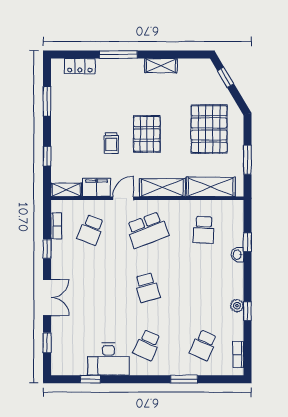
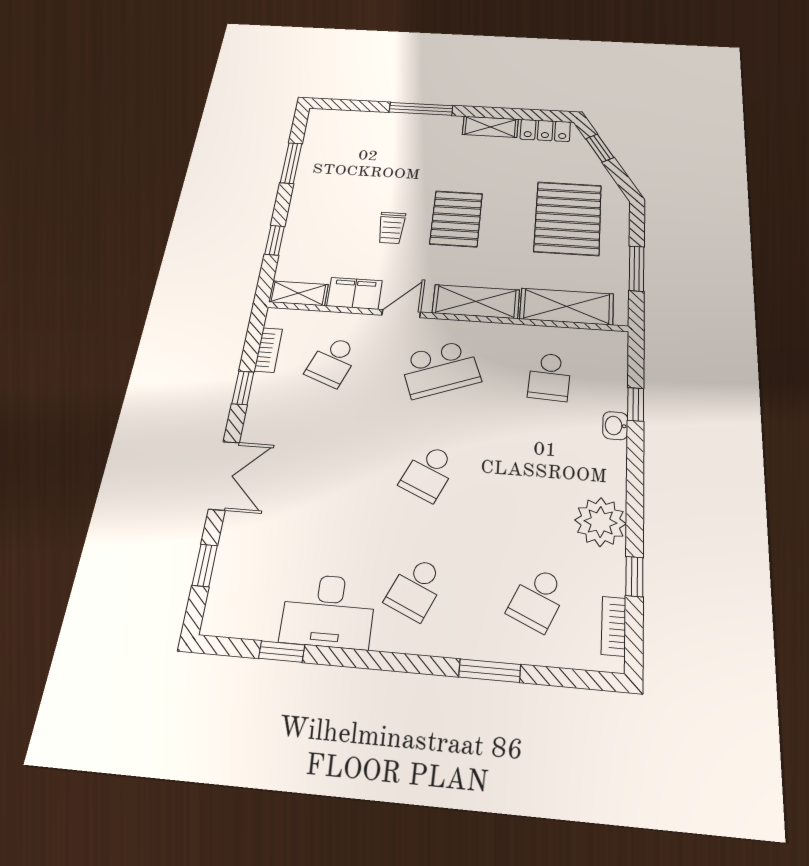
locker: (80, 66) -> (545, 130), moved
school desk: (147, 288) -> (429, 473), turned 39
plant: (237, 306) -> (600, 522), width x1.87, depth x1.87
window: (247, 311) -> (634, 577), moved

